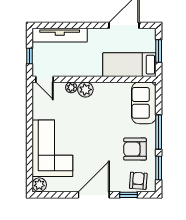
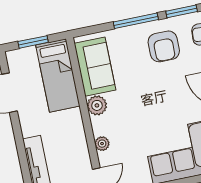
plant: (85, 90) -> (97, 105), moved
sofa: (144, 103) -> (95, 67), moved, turned -90

